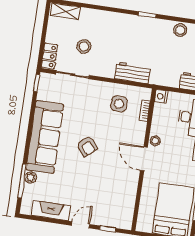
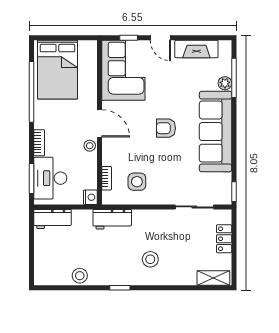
stool: (84, 46) -> (150, 259), moved
locker: (49, 56) -> (224, 239), moved
workbench: (132, 73) -> (112, 219), moved
armchair: (87, 146) -> (166, 128), turned -51
corner sofa: (117, 202) -> (123, 70), added
door: (80, 225) -> (160, 38), hinge flipped

